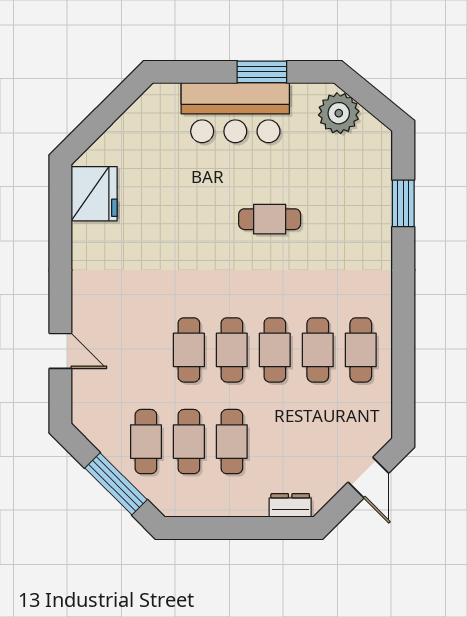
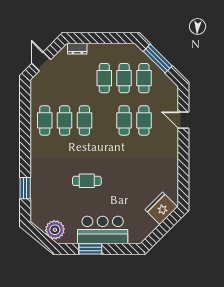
fridge: (94, 194) -> (161, 208), moved, turned 45
cafe table: (232, 350) -> (144, 120), moved

